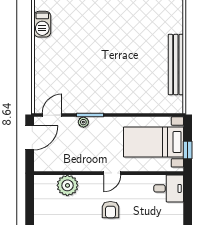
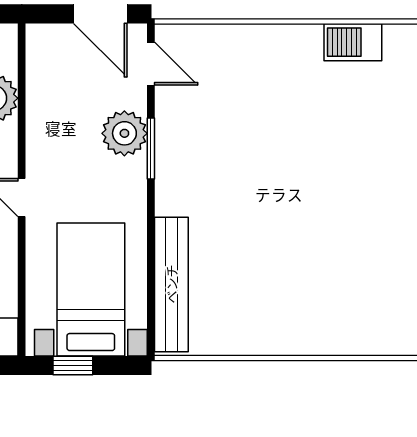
bench: (176, 65) -> (171, 284), moved, turned 90
plant: (83, 122) -> (124, 133), width x1.88, depth x1.88

